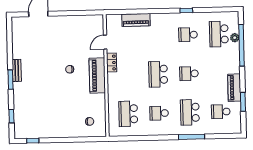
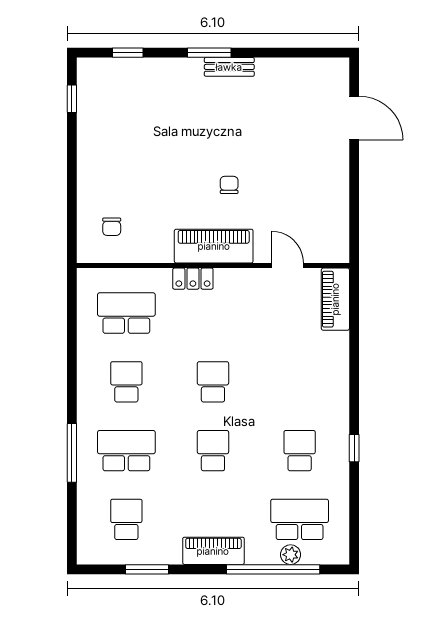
piano: (136, 20) -> (335, 299), moved
locker: (112, 63) -> (193, 279), moved
school desk: (158, 74) -> (213, 382), width x0.54
piano: (234, 88) -> (213, 551), moved

